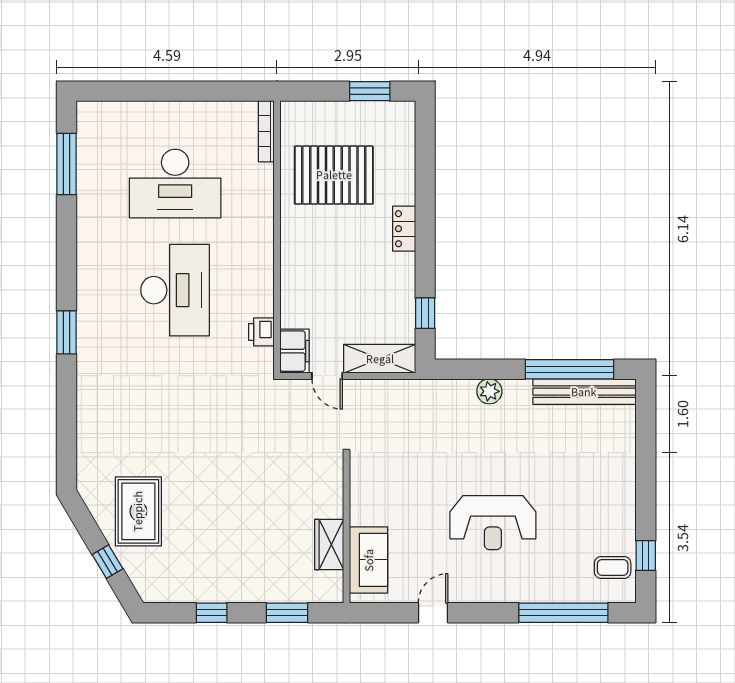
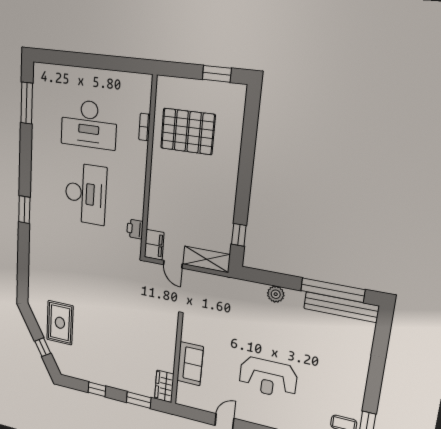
bookcase: (266, 131) -> (145, 127), moved, width x0.64
locker: (404, 229) -> (231, 175), removed
wardrobe: (329, 545) -> (164, 386), moved
sofa: (369, 560) -> (190, 364), moved

